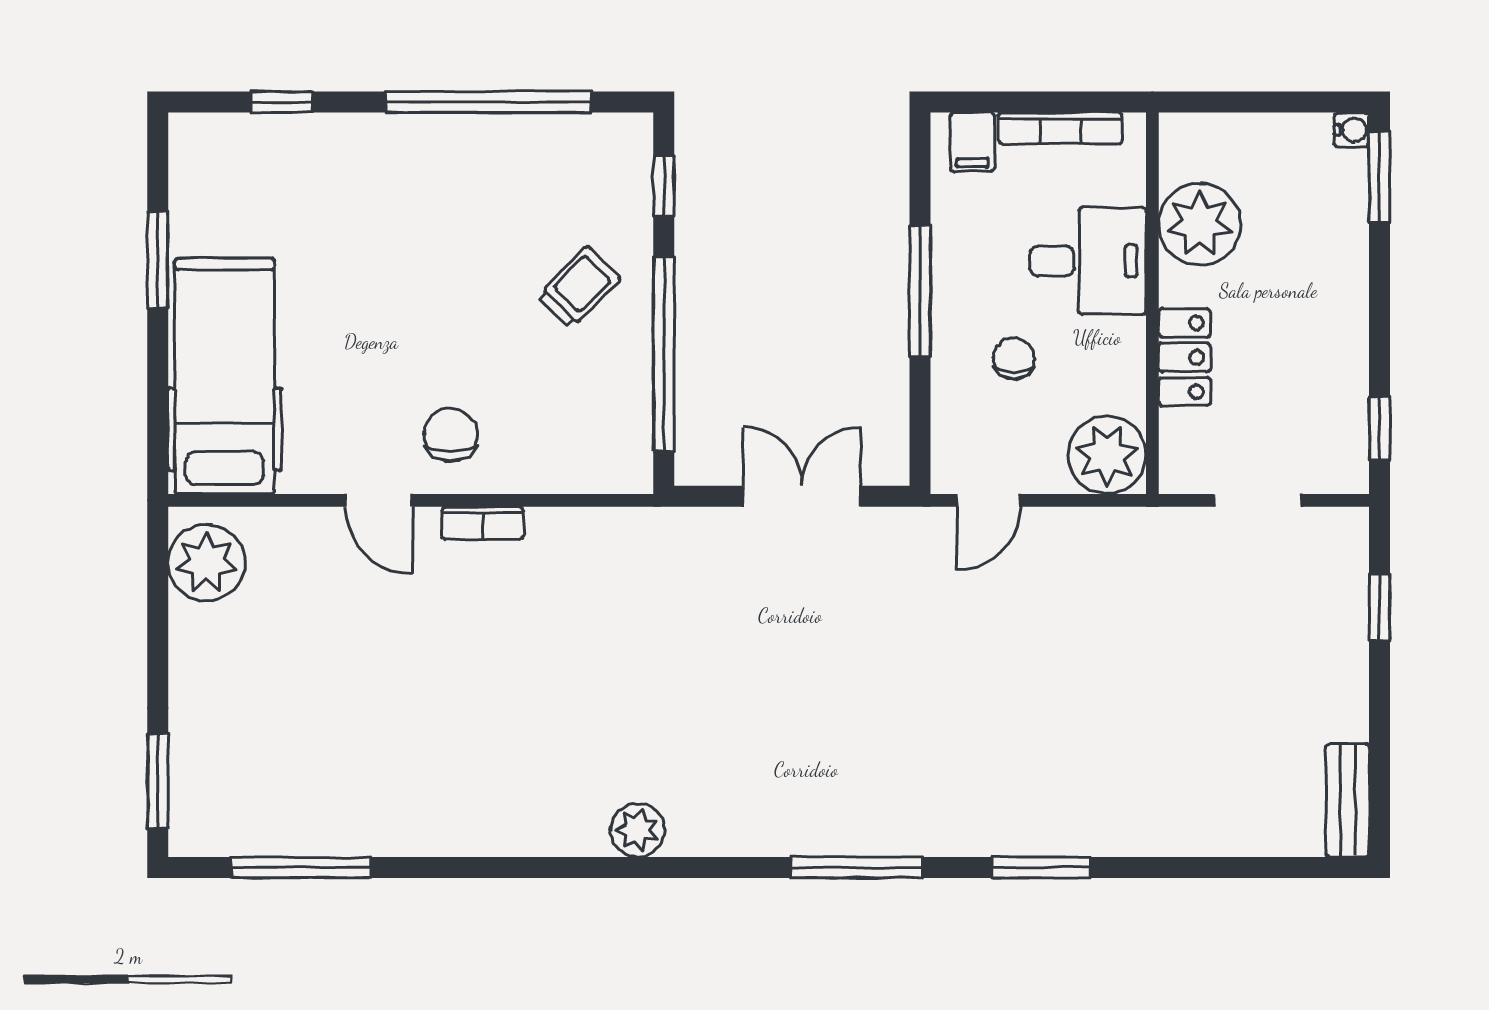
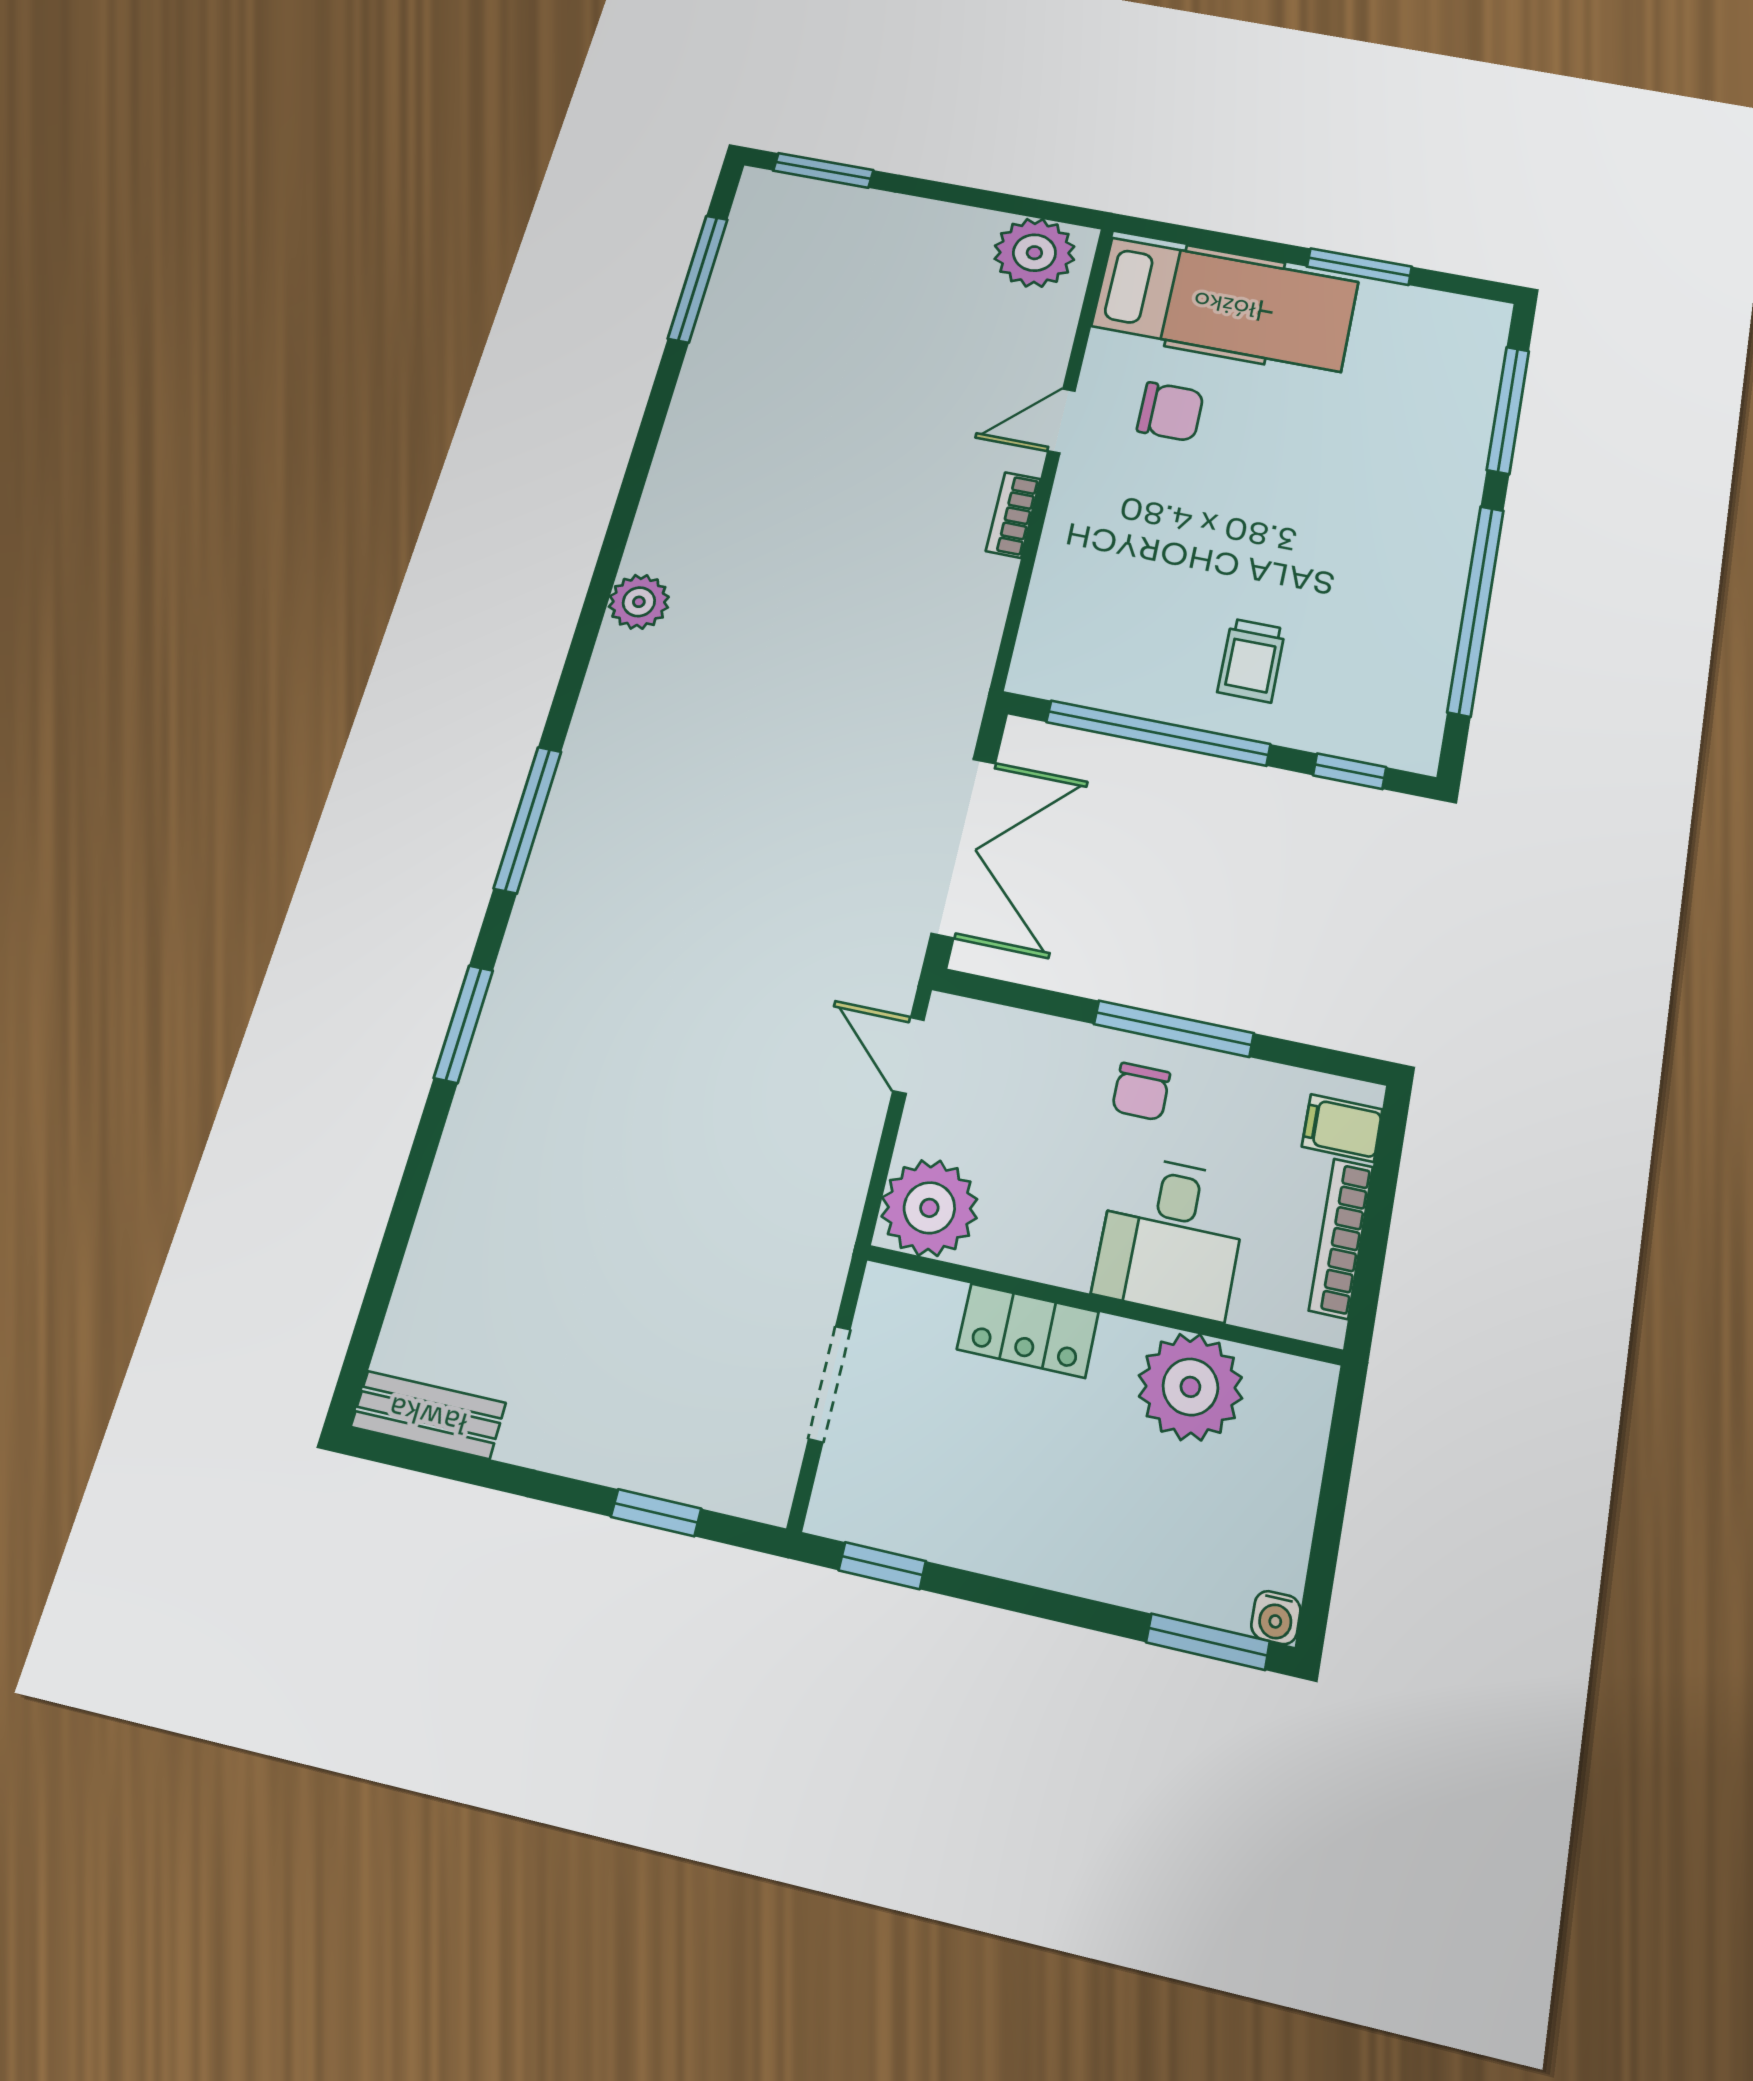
window: (282, 102) -> (1508, 410), width x2.17
trolley: (579, 287) -> (1251, 660), turned 45
chair: (1014, 359) -> (1141, 1092), moved, turned 90
chair: (451, 435) -> (1170, 412), moved
double door: (802, 496) -> (964, 847), width x1.37

